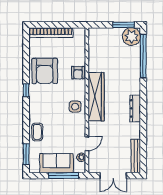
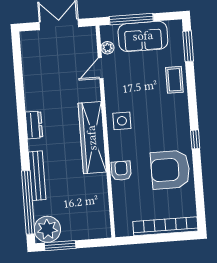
armchair: (45, 71) -> (170, 170), turned -90
dresser: (135, 108) -> (34, 125), width x0.70
bench: (136, 156) -> (37, 176), moved

